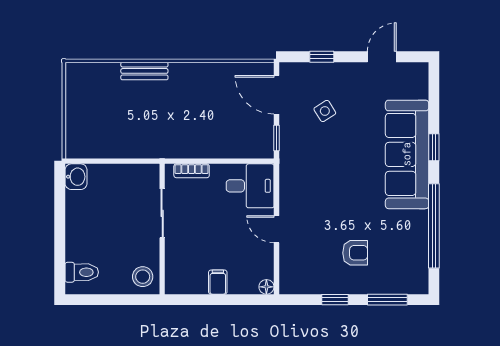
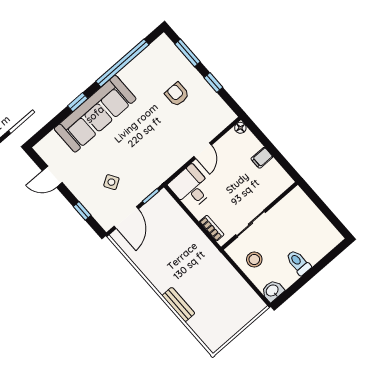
toilet: (82, 272) -> (298, 262), moved
stool: (143, 277) -> (254, 259), moved

